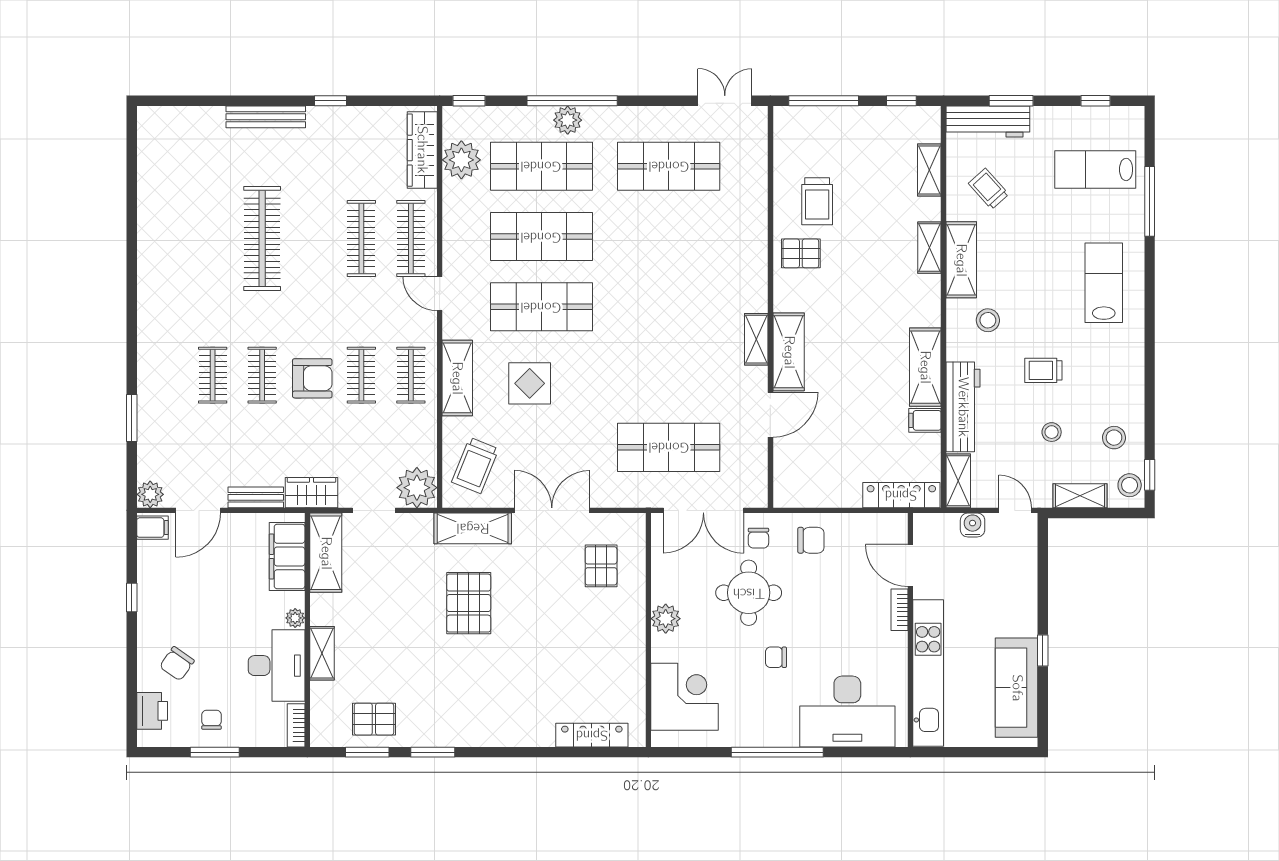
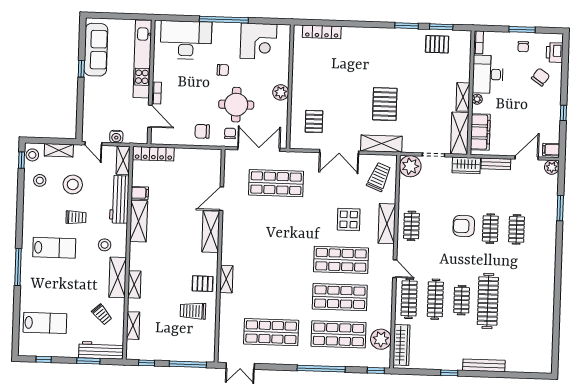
plant: (568, 120) -> (324, 358), removed
trolley: (817, 201) -> (193, 311), turned -90
window: (1150, 201) -> (18, 267), moved
lab bench: (1104, 283) -> (54, 248), moved, turned -90
shelving: (756, 339) -> (226, 279), moved
clothes rail: (361, 375) -> (462, 300), moved
stool: (1052, 432) -> (73, 184), width x1.89, depth x1.89
shelving: (322, 653) -> (463, 97), moved
corner desk: (684, 697) -> (259, 41), moved, turned -90

